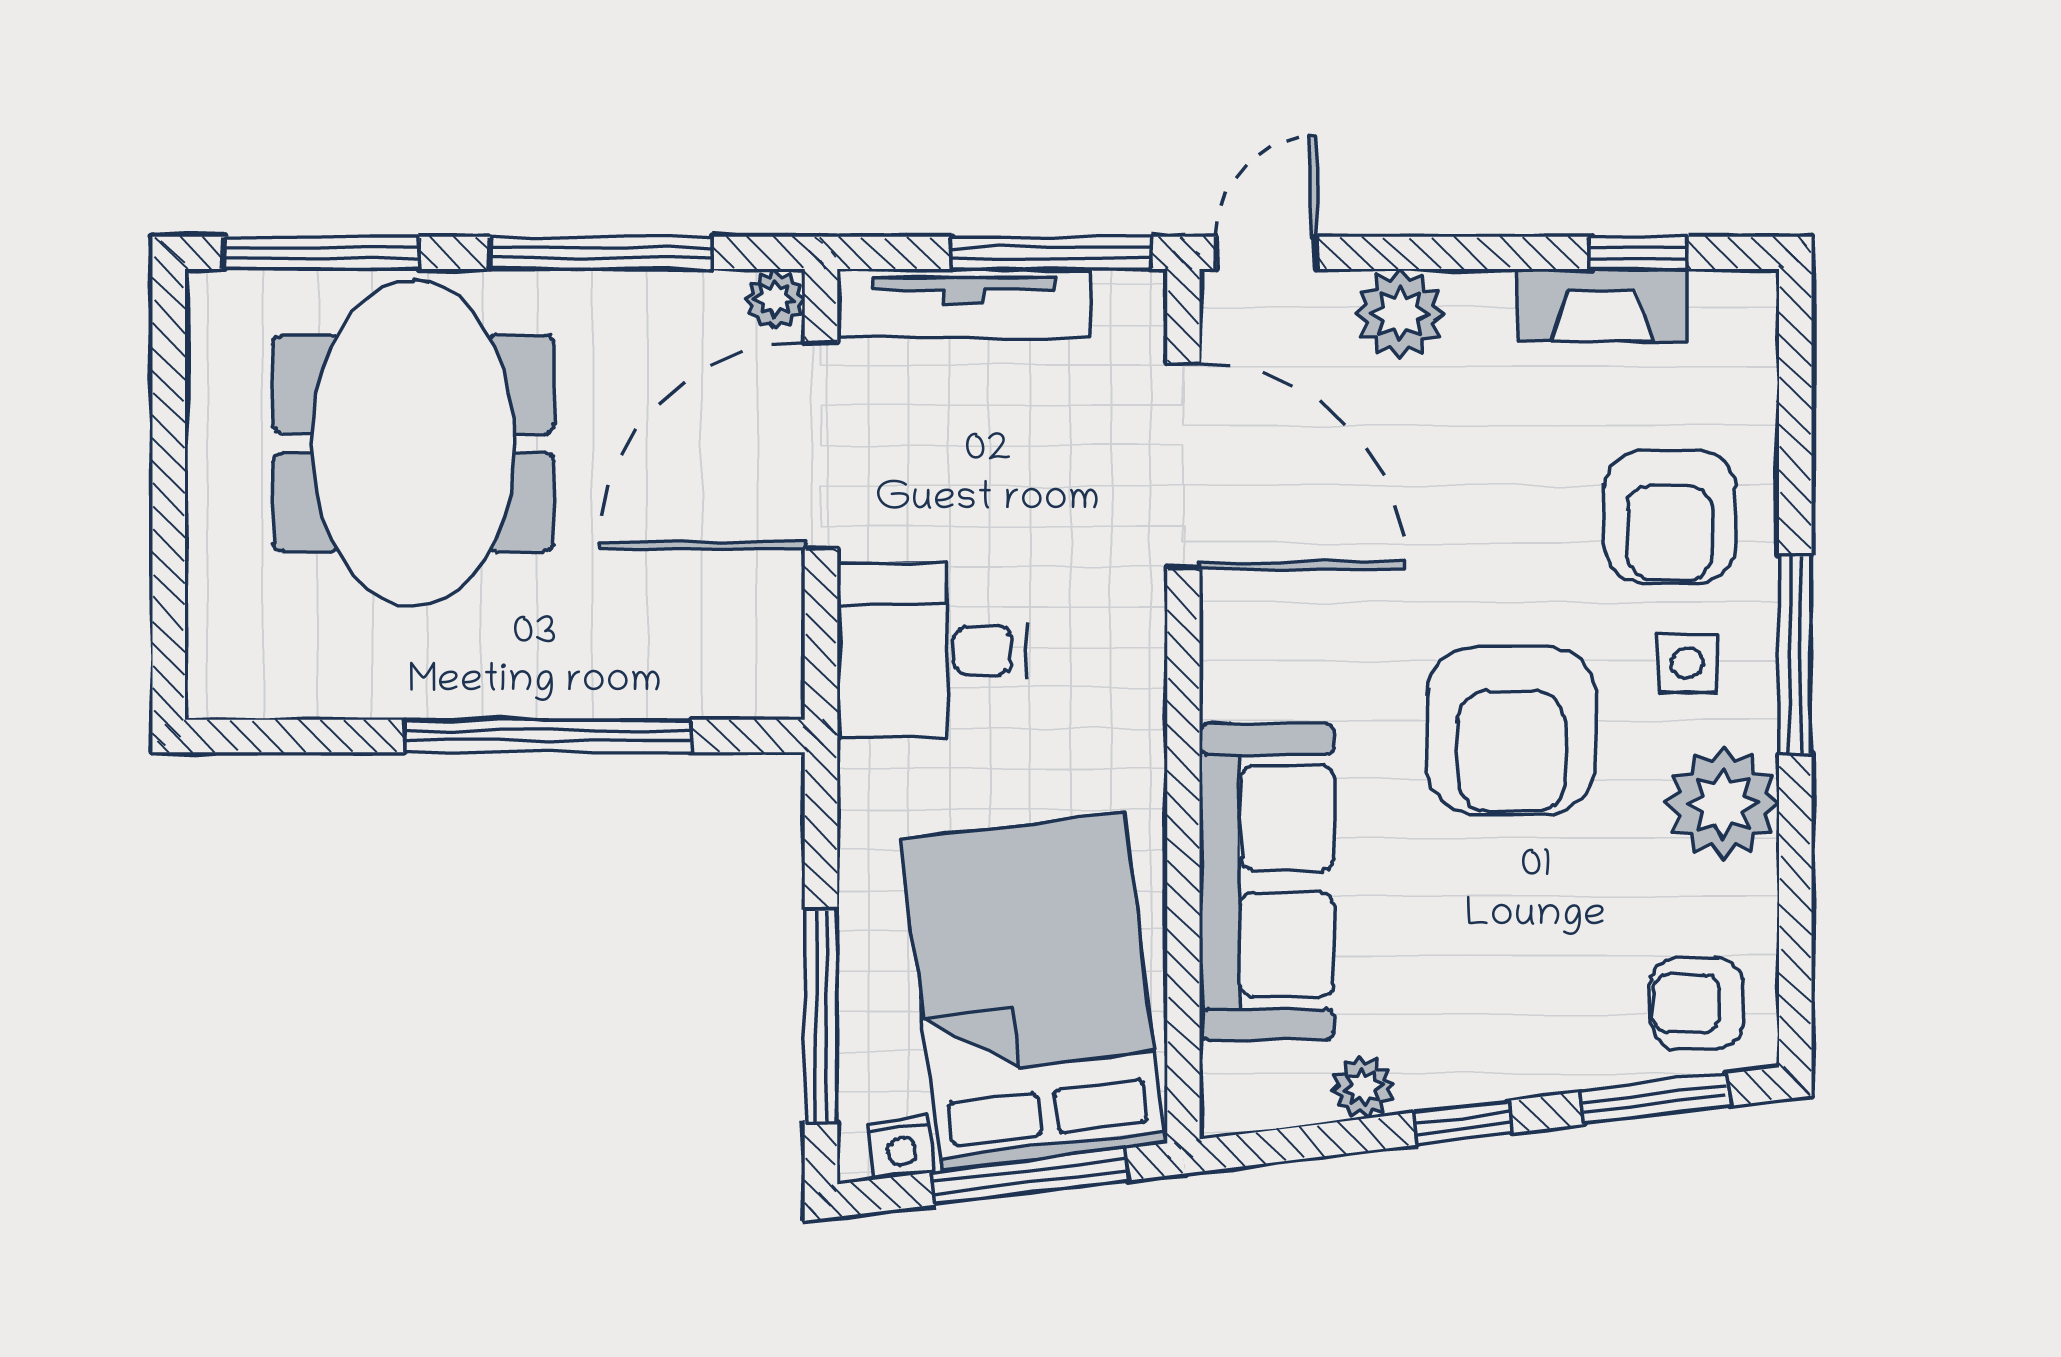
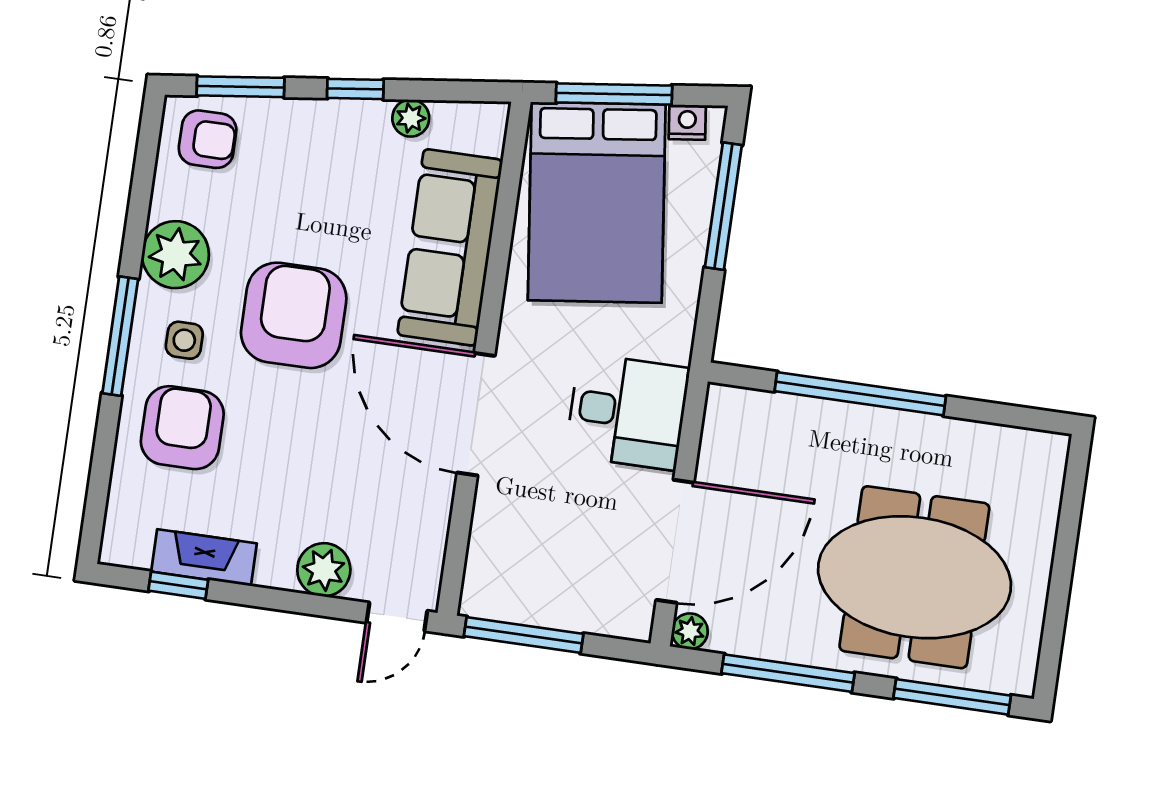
tv unit: (964, 303) -> (579, 613), removed
meeting table: (413, 443) -> (914, 577), turned 90
door: (1183, 466) -> (476, 414), moved

